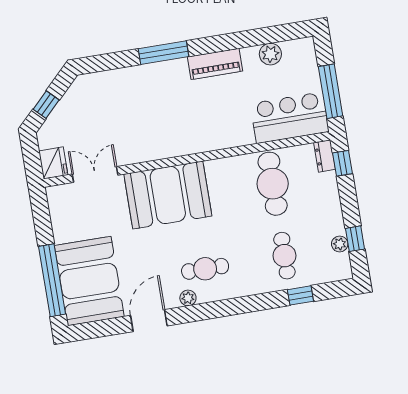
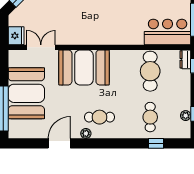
booth: (89, 281) -> (26, 93), moved

